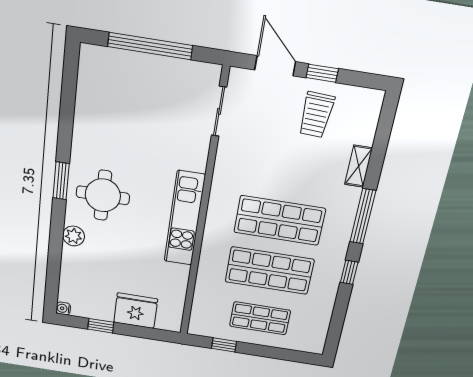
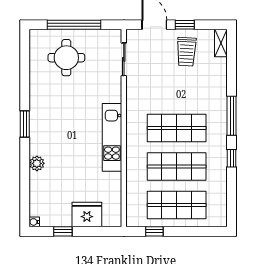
shelving: (359, 166) -> (221, 43), moved
round table: (103, 195) -> (66, 58), moved
shop shelf: (260, 318) -> (177, 205), width x1.43, depth x1.36

